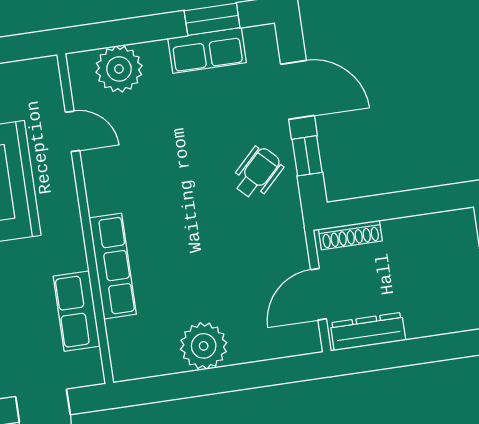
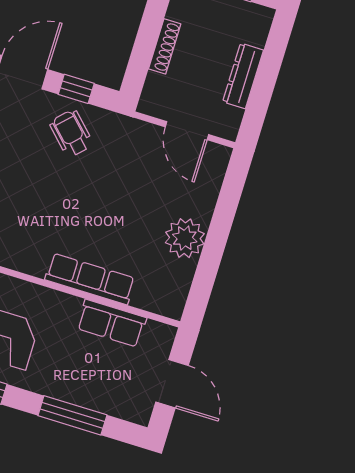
shoe rack: (350, 235) -> (165, 46), moved
dresser: (368, 331) -> (243, 76), moved

